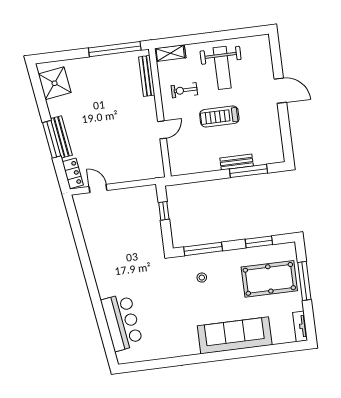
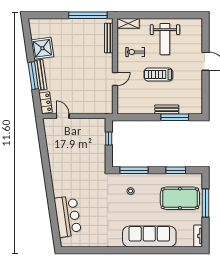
shower: (55, 83) -> (42, 48), moved

